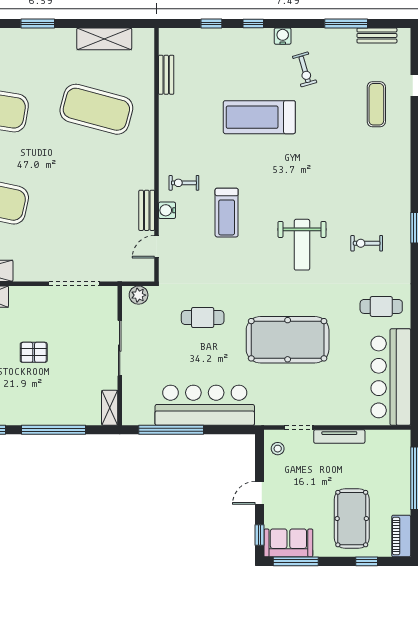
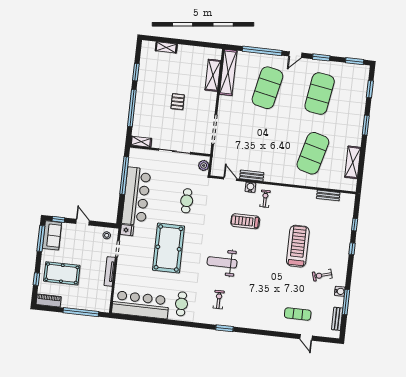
water cooler: (283, 36) -> (340, 291), moved
fridge: (265, 415) -> (127, 230), added

